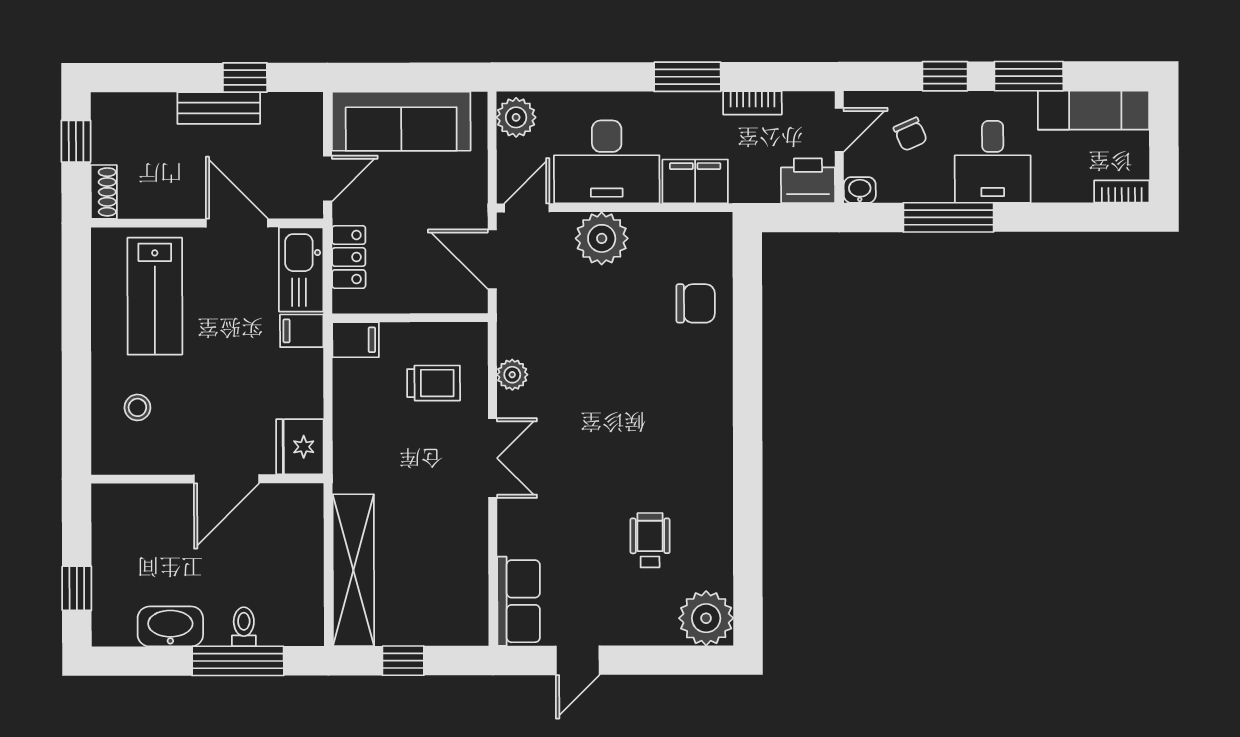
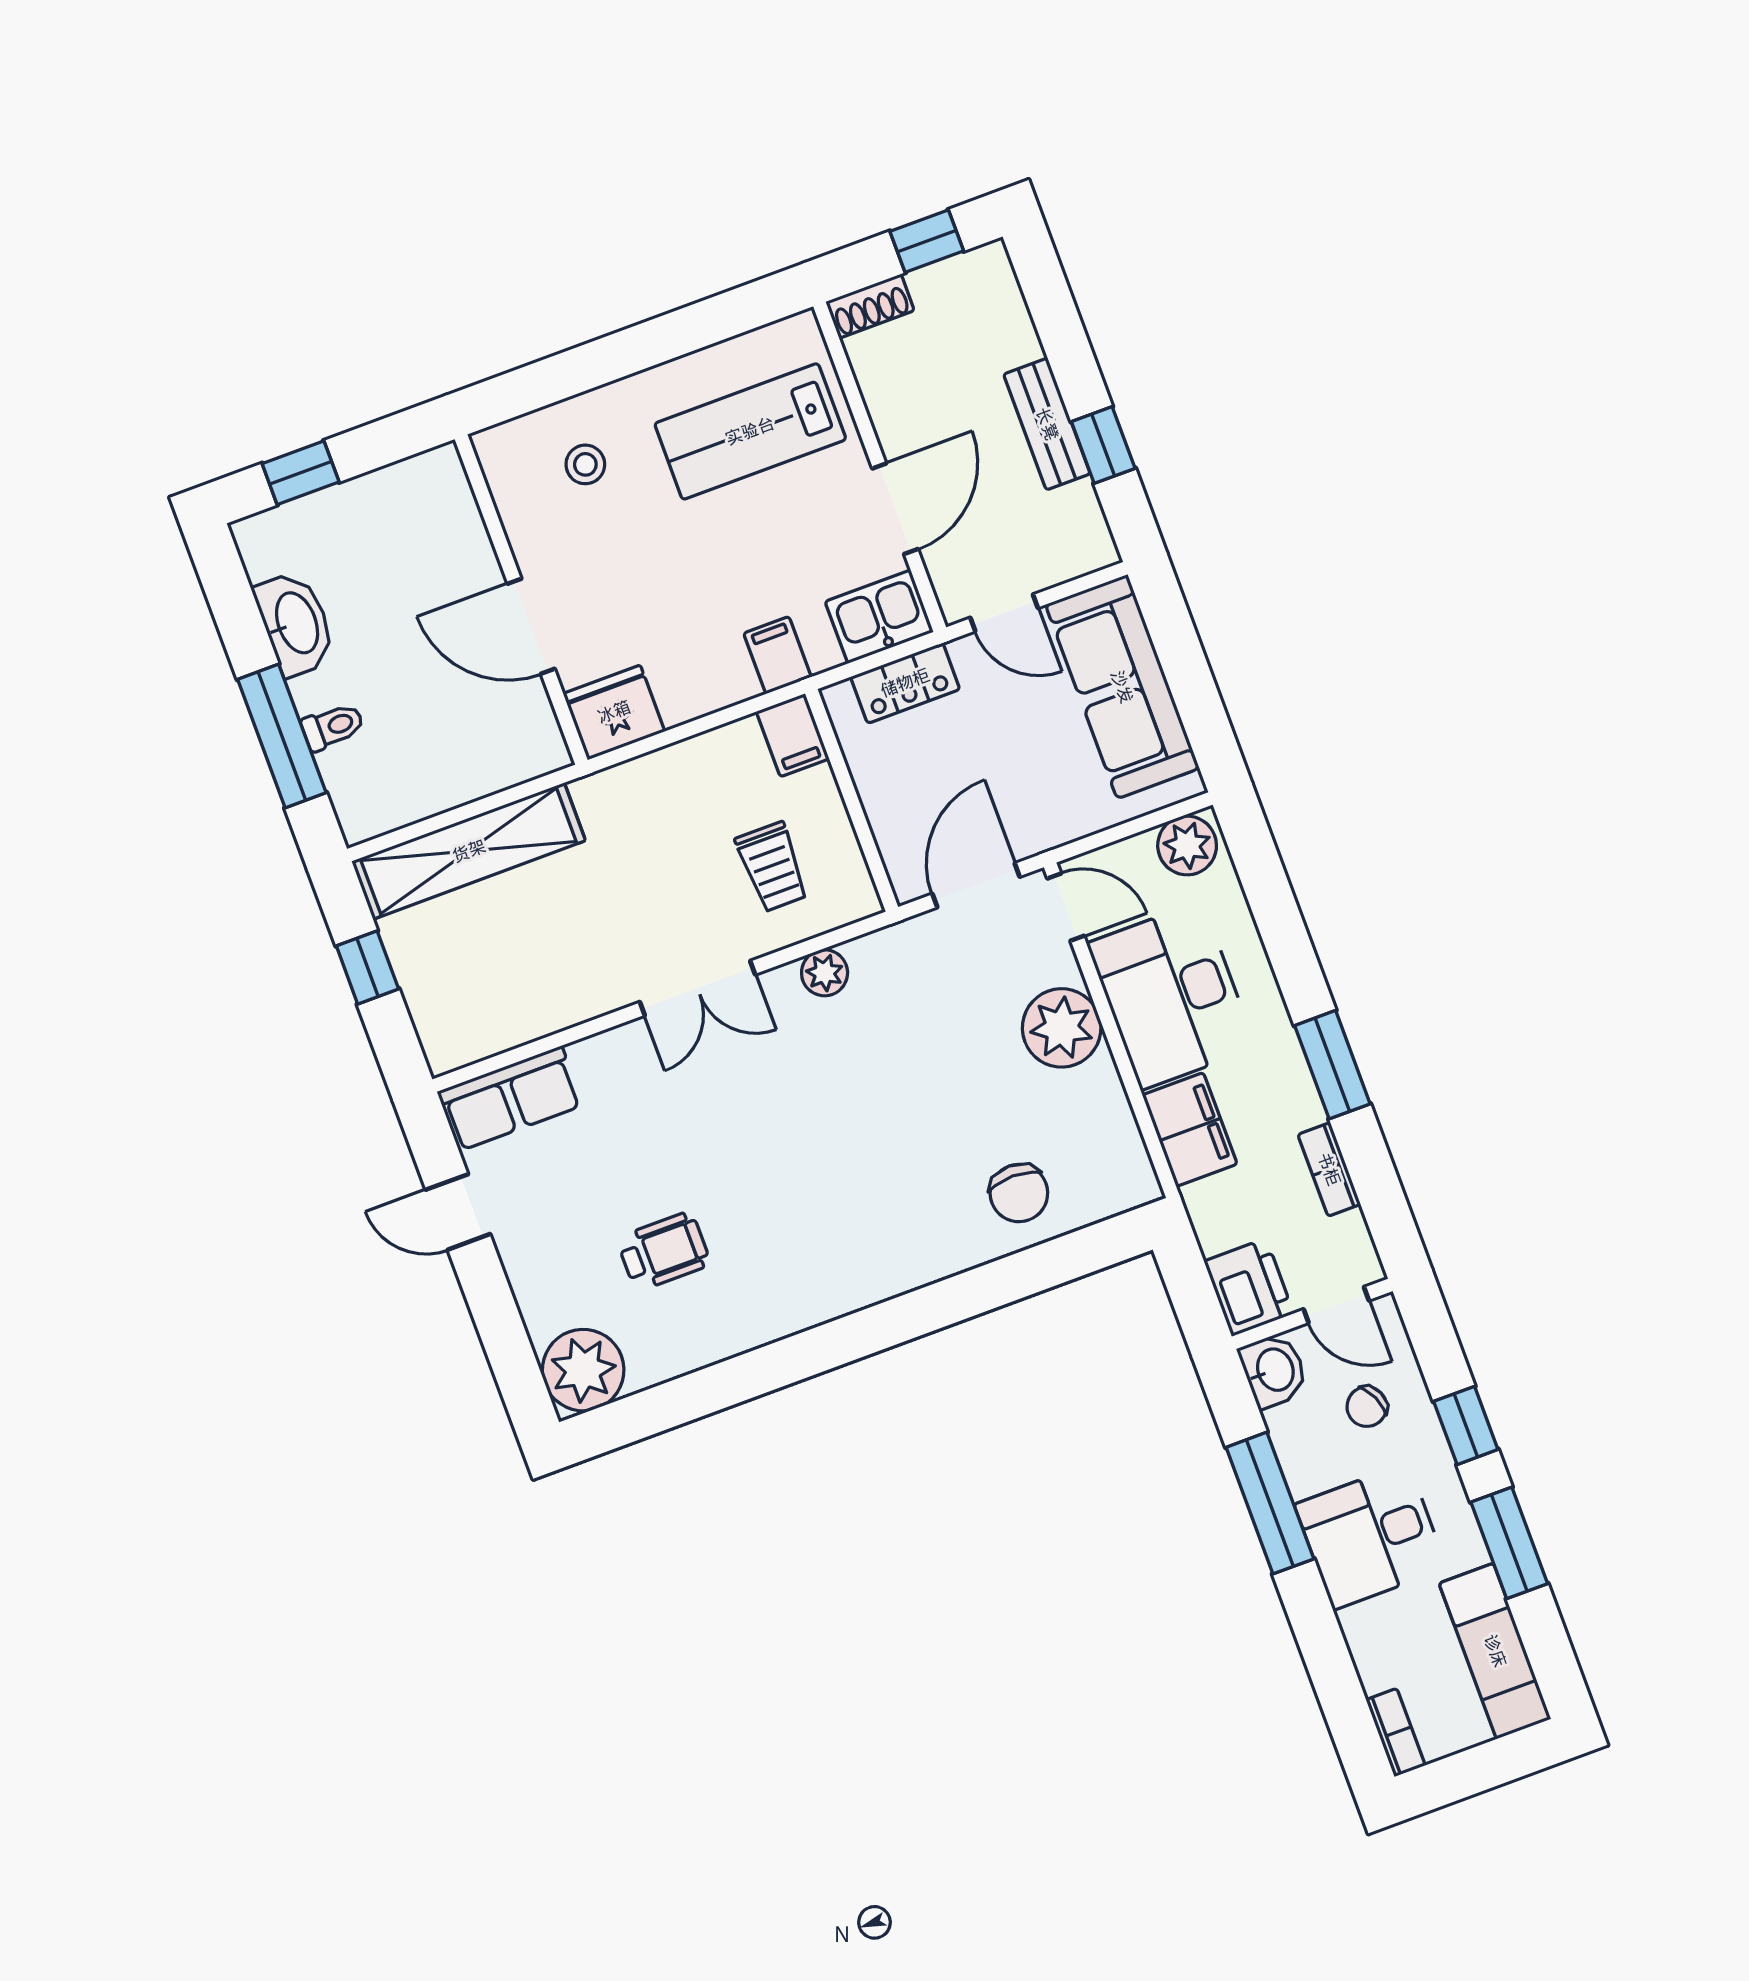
washbasin: (860, 190) -> (1274, 1370), width x1.38, depth x1.45
kitchen sink: (301, 269) -> (879, 617), width x0.73

